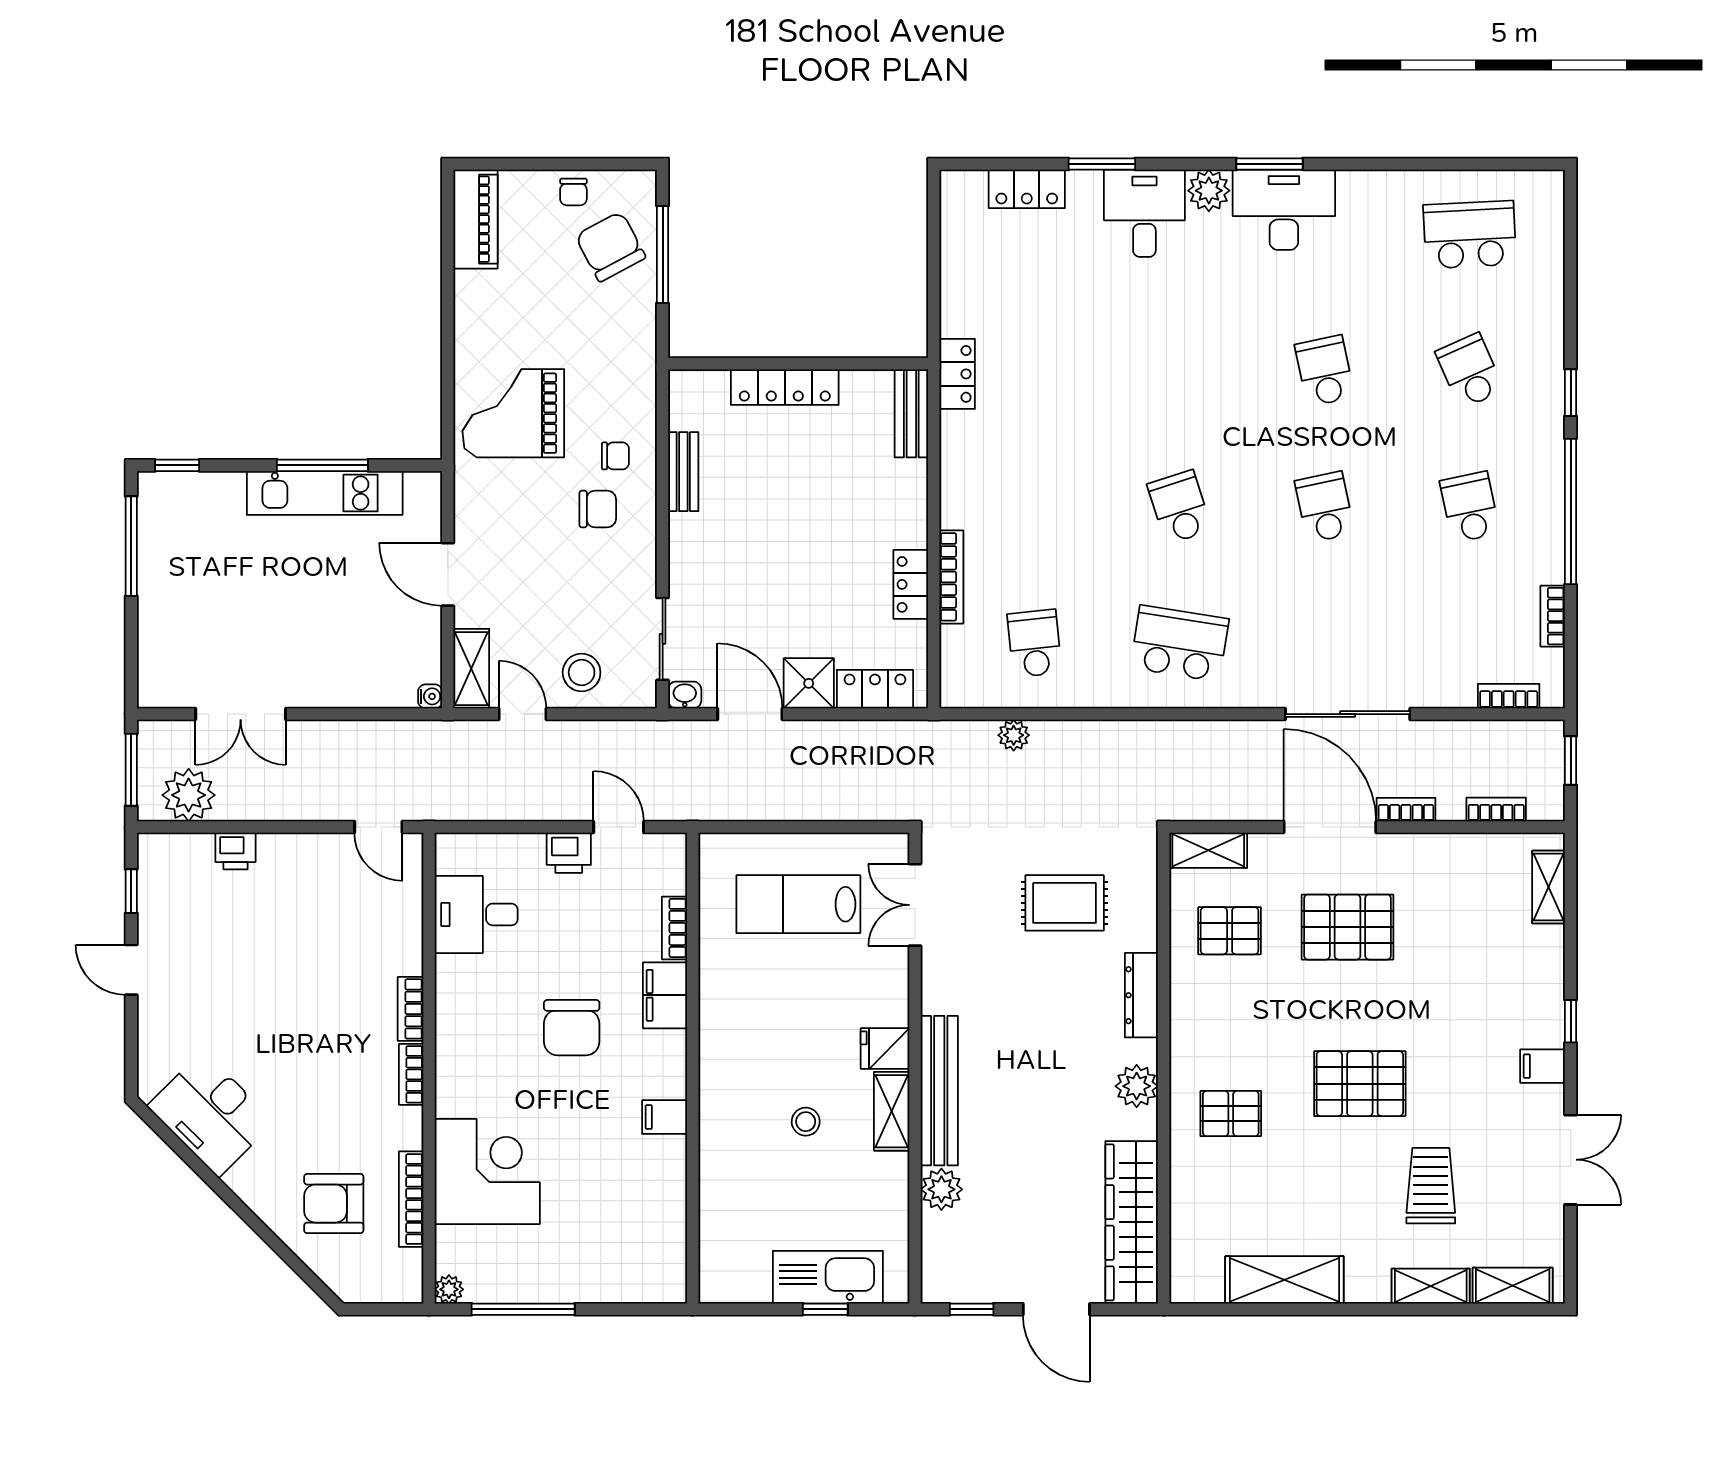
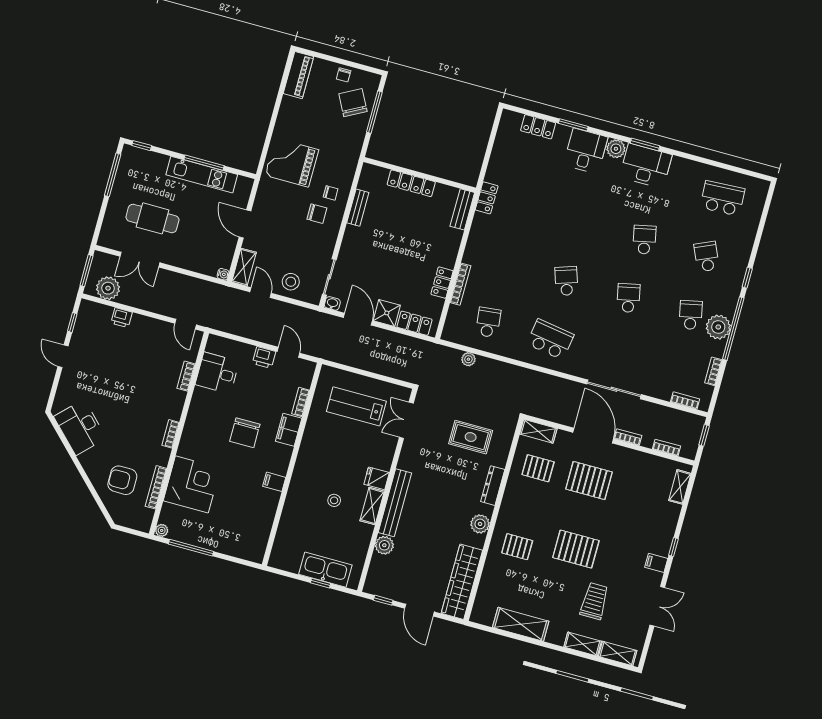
plant: (1537, 517) -> (718, 327), added
cafe table: (244, 617) -> (152, 218), added
bookcase: (410, 1009) -> (186, 376), moved

